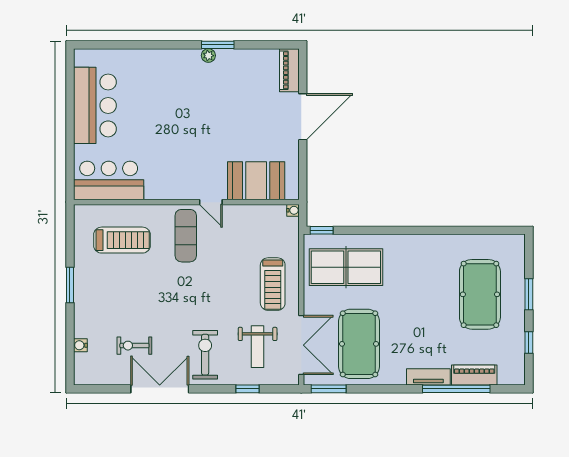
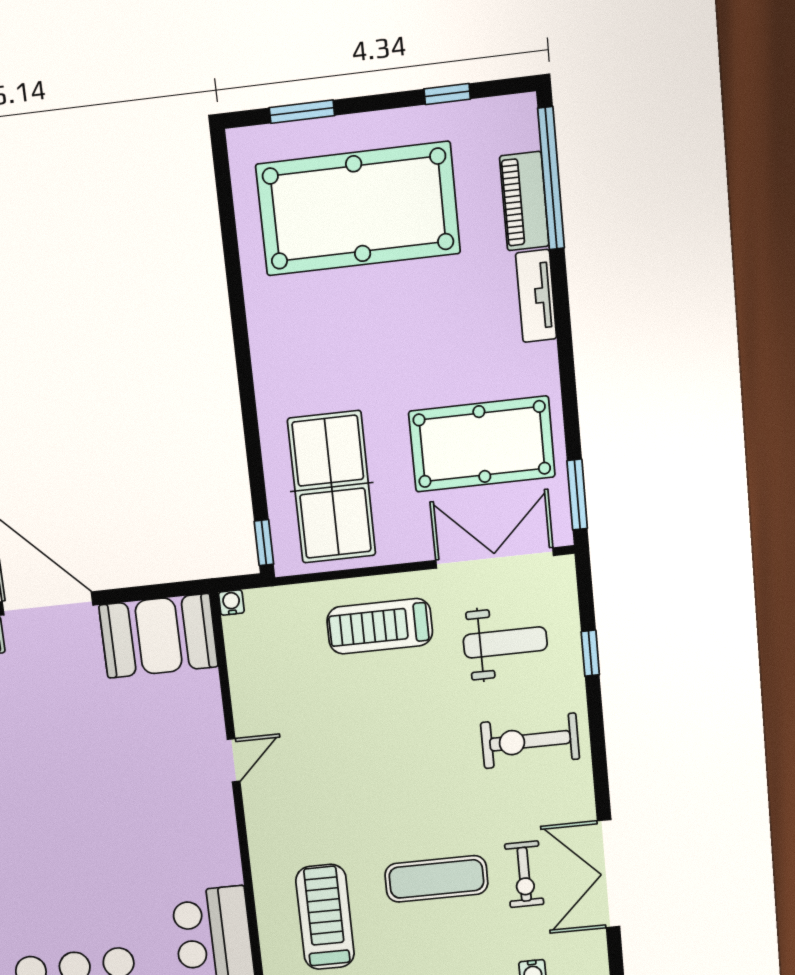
booth: (256, 181) -> (159, 636), moved, turned 90
exercise mat: (186, 236) -> (436, 879), moved
treadmill: (273, 284) -> (380, 626), turned 180
pool table: (480, 294) -> (358, 209), width x1.36, depth x1.32
window: (529, 294) -> (302, 112), moved
double door: (160, 389) -> (609, 874), moved
window: (456, 389) -> (551, 178), moved

